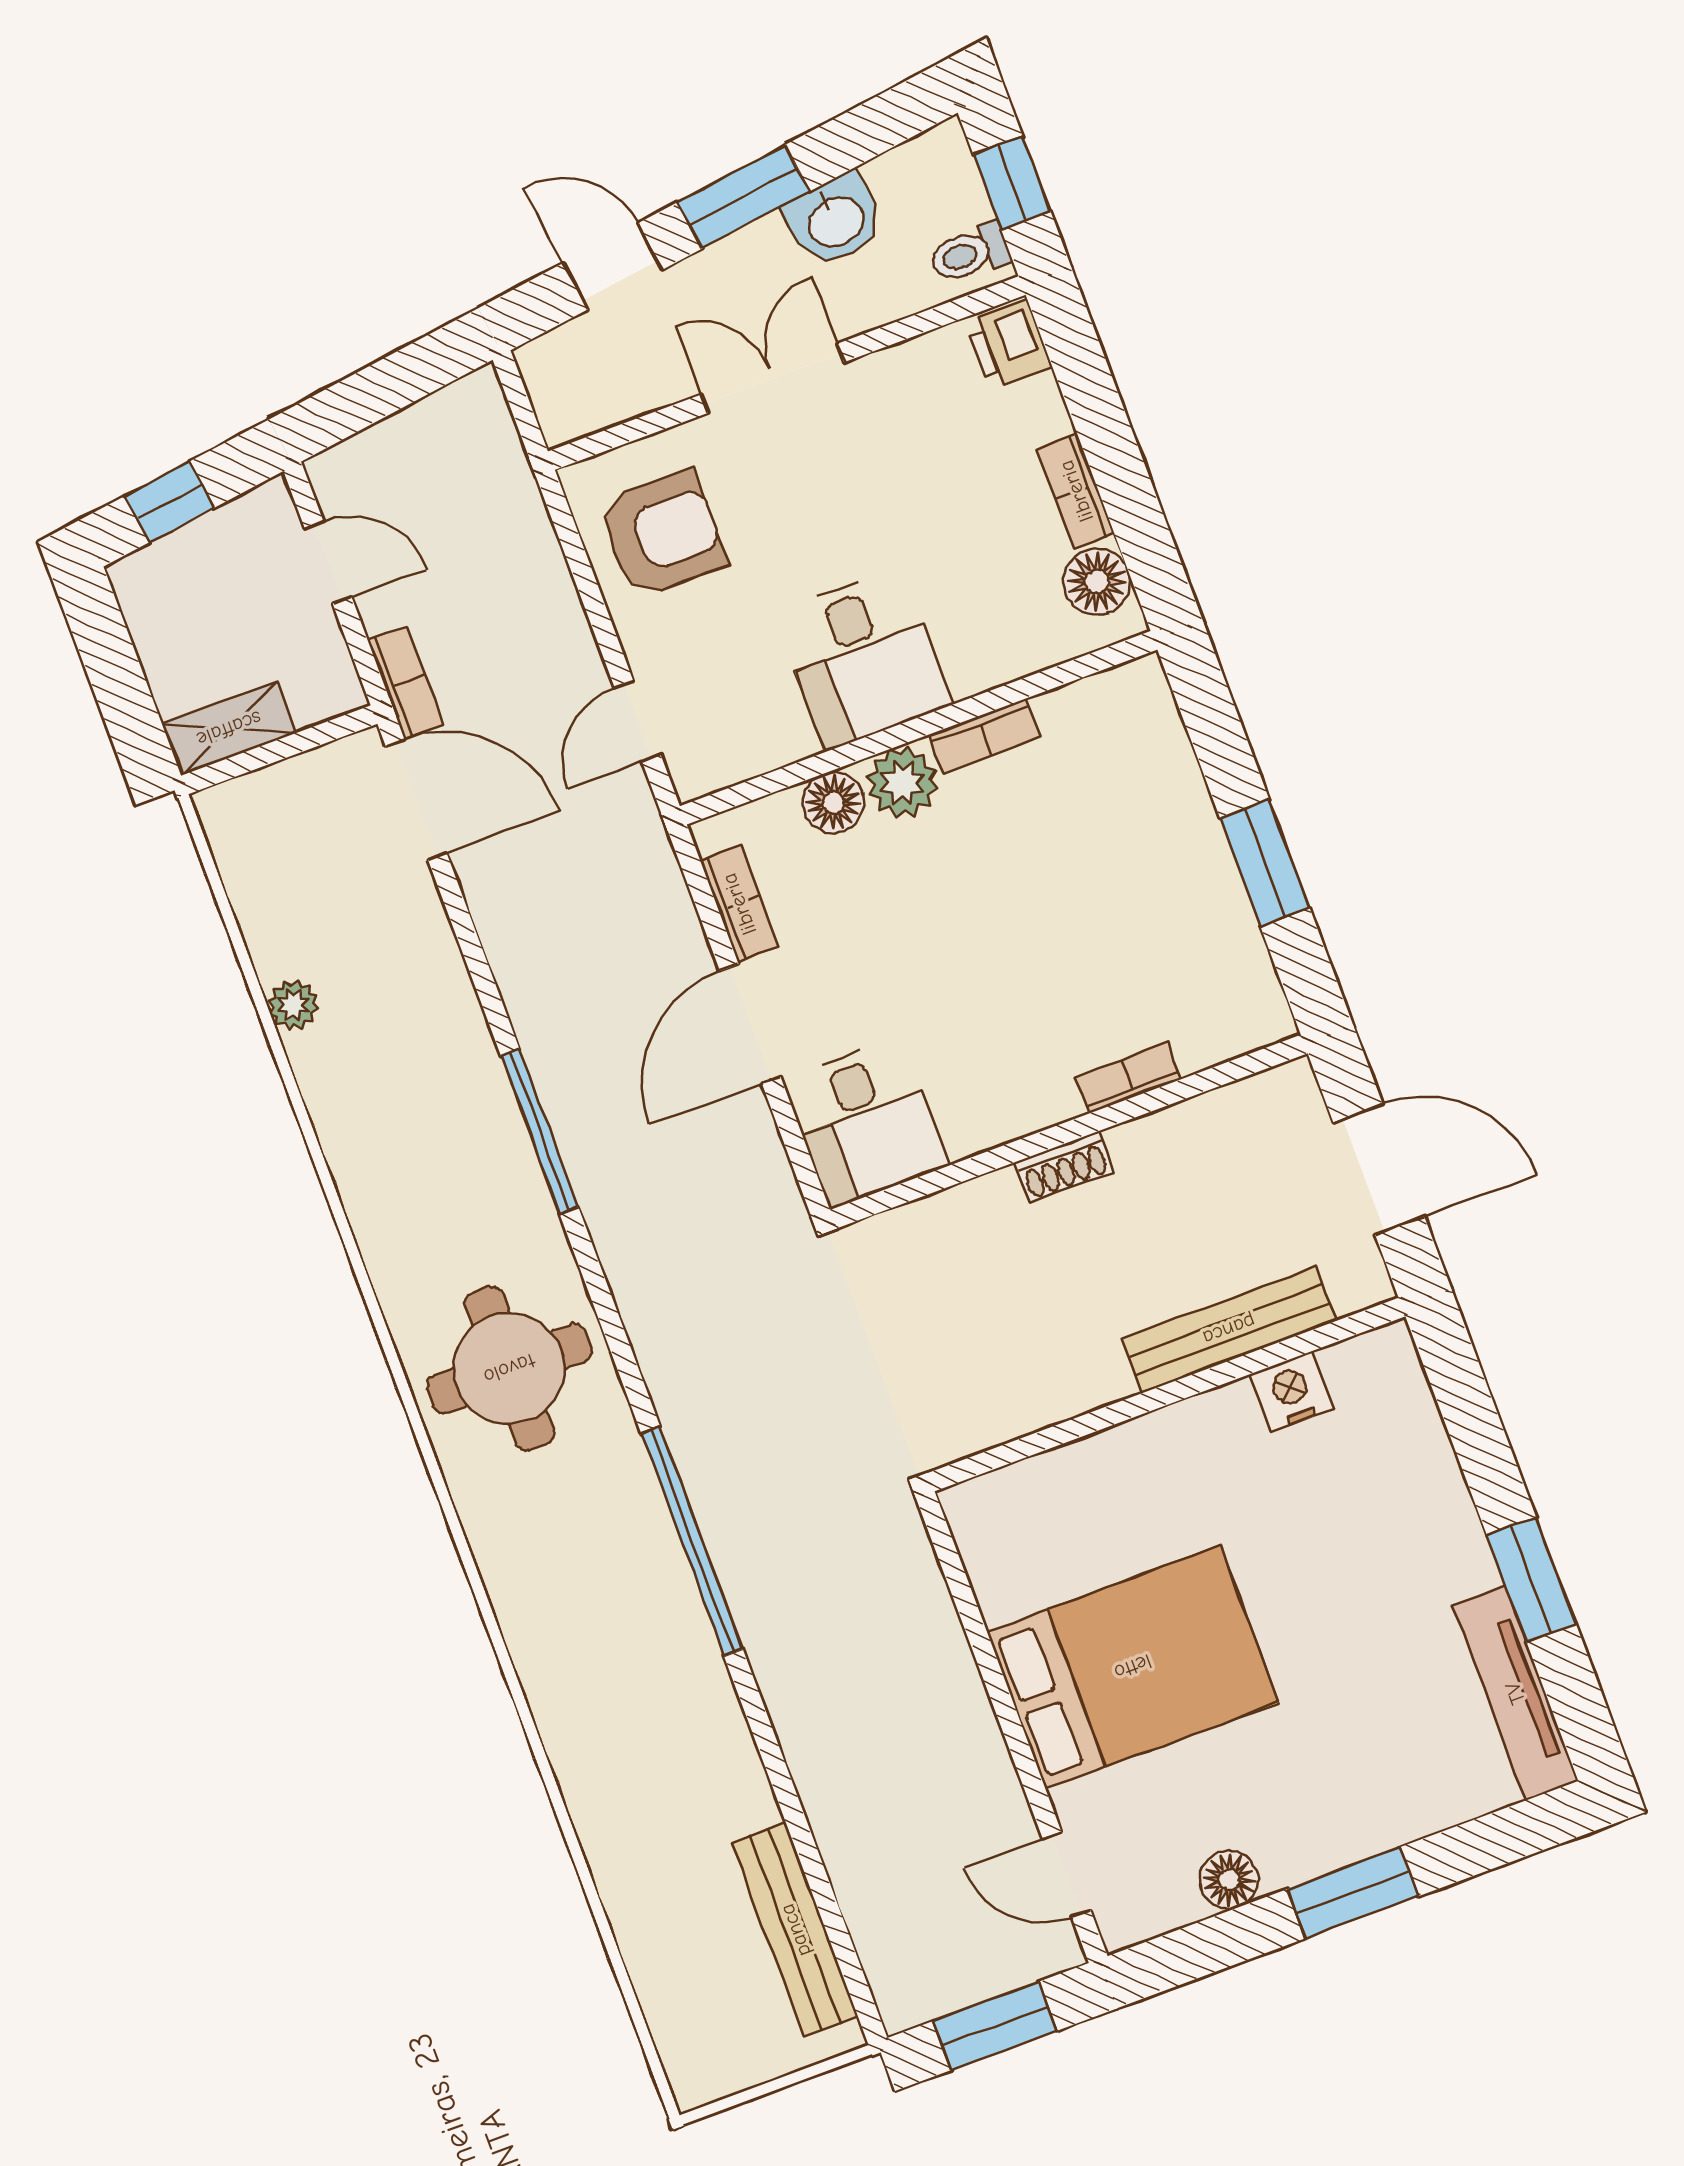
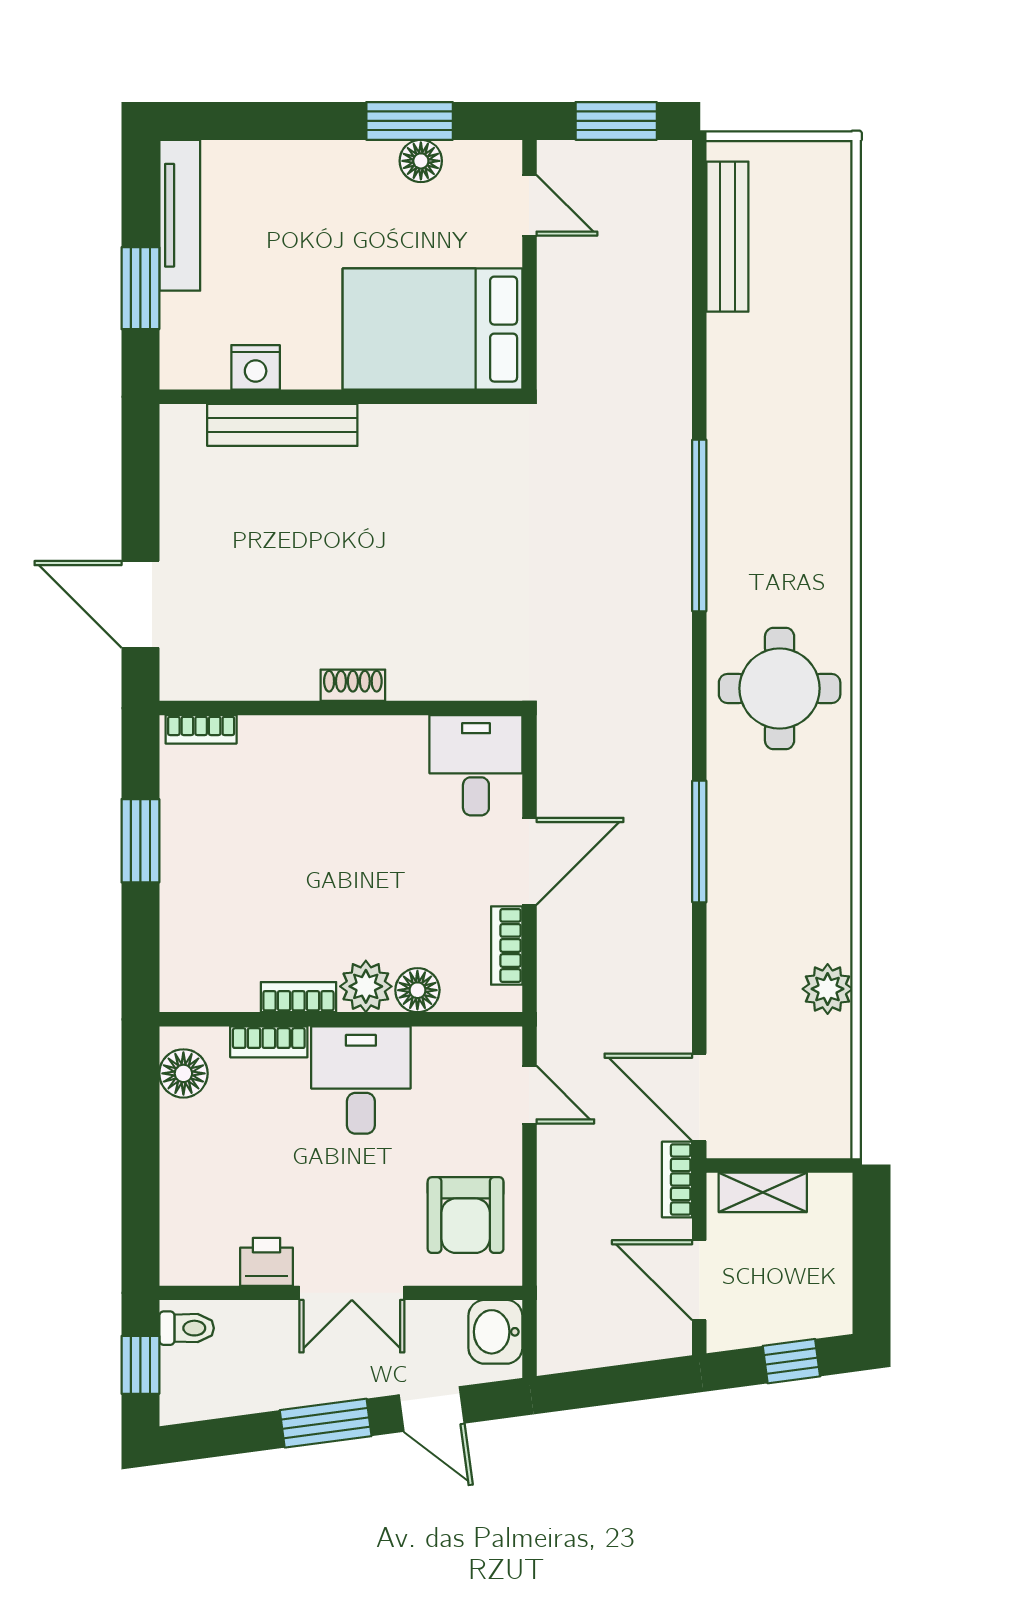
washbasin: (835, 220) -> (495, 1332), moved, turned -82
printer: (1009, 345) -> (266, 1262), moved, turned -90
bookcase: (1076, 491) -> (269, 1042), moved, turned 90
armchair: (662, 534) -> (466, 1215), turned -90
door: (328, 562) -> (699, 1280), width x1.37
door: (638, 721) -> (529, 1095), hinge flipped
shelving: (229, 729) -> (763, 1192), moved
plant: (293, 1005) -> (828, 989), width x1.38, depth x1.38
bookcase: (1128, 1078) -> (201, 729), moved
bench: (1229, 1330) -> (282, 425), moved
nightstand: (1291, 1392) -> (256, 367), moved
wall: (1167, 1395) -> (341, 397), moved
window: (1353, 1893) -> (410, 121), moved

